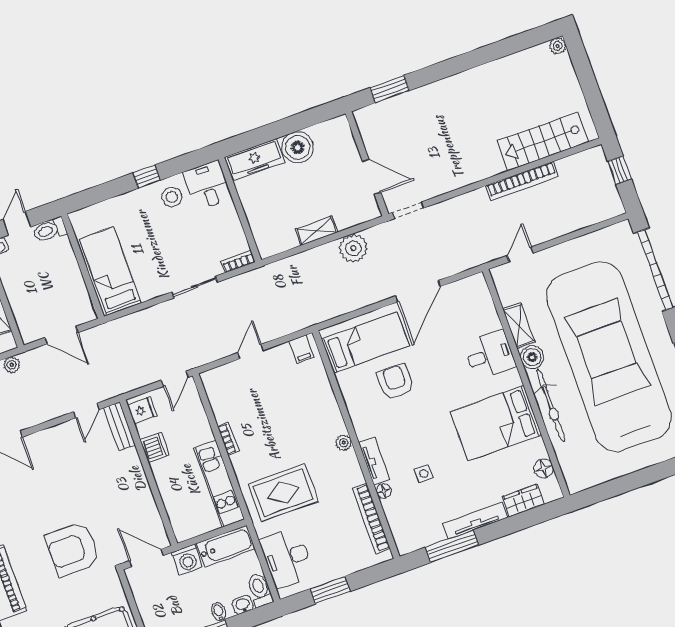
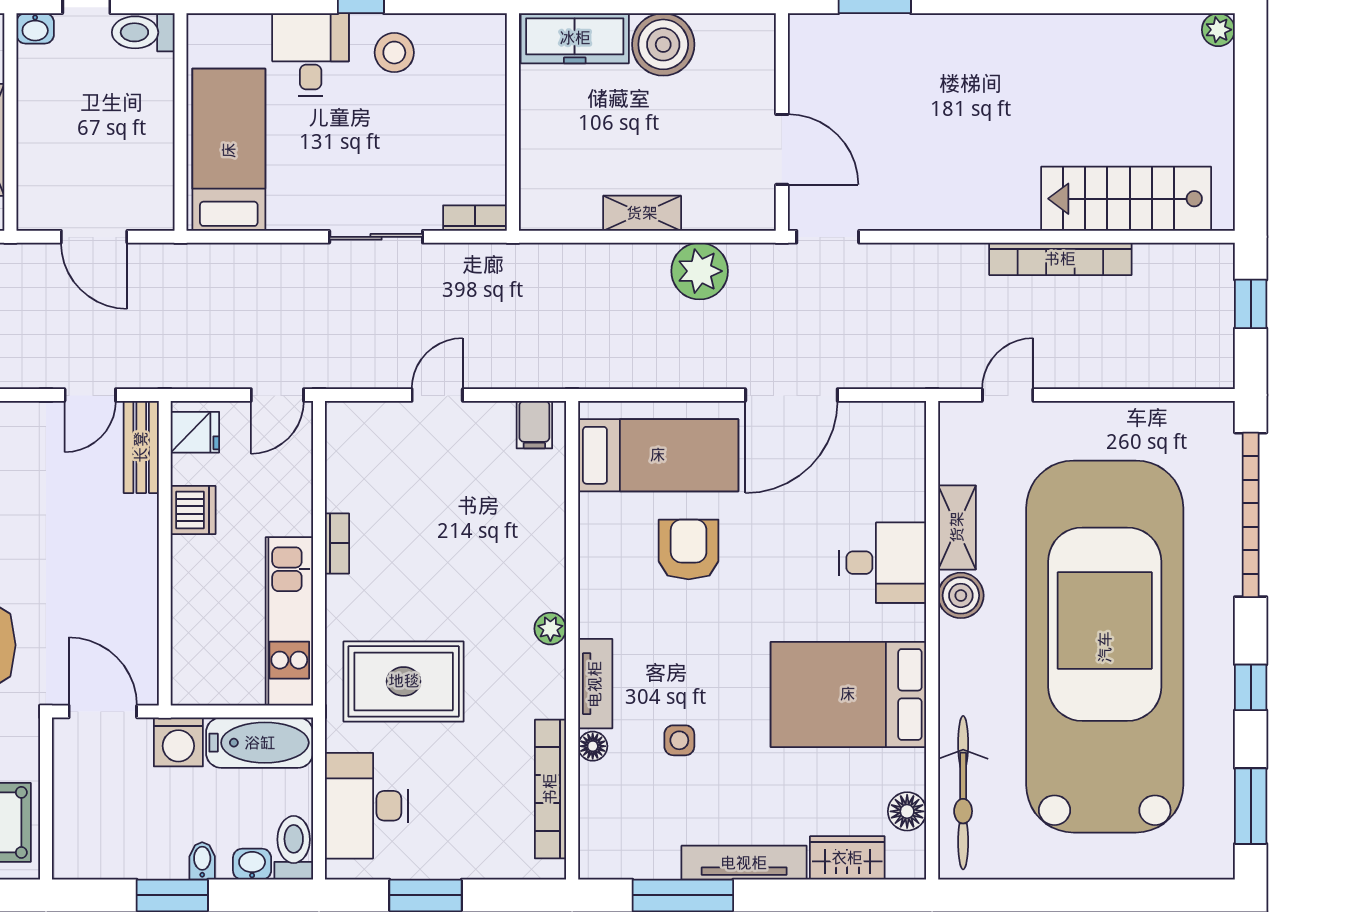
desk: (207, 185) -> (311, 55), moved
bicycle: (551, 405) -> (963, 793), moved

